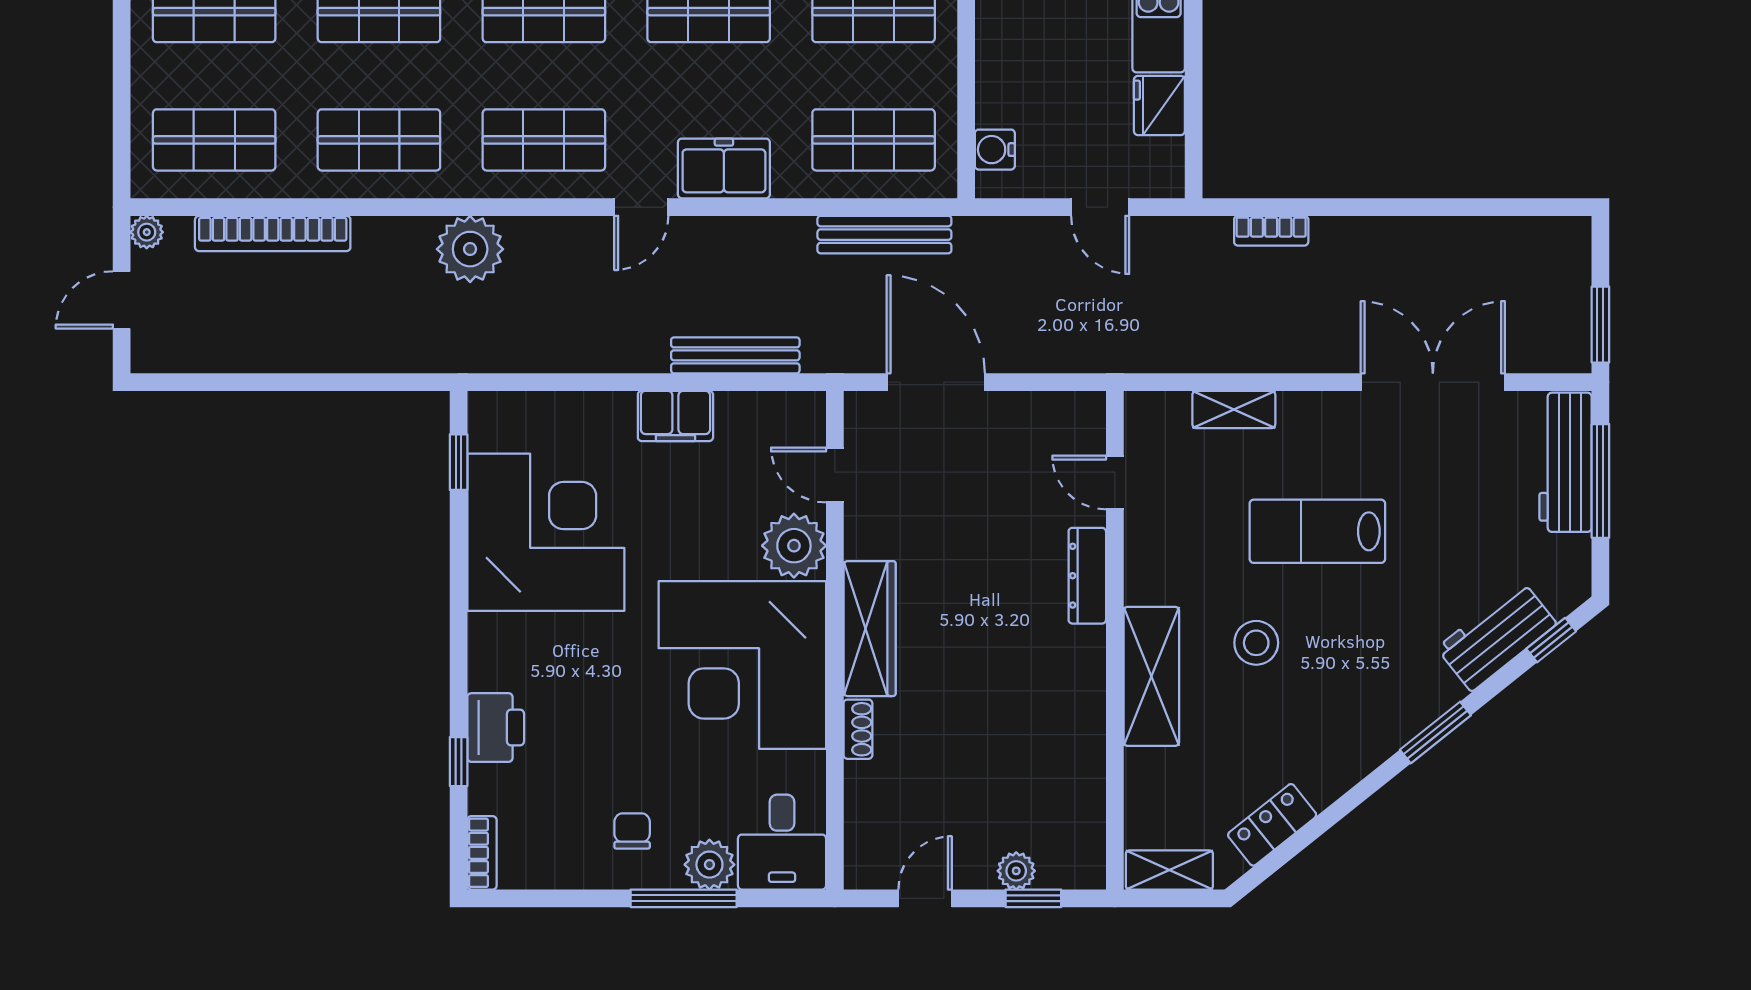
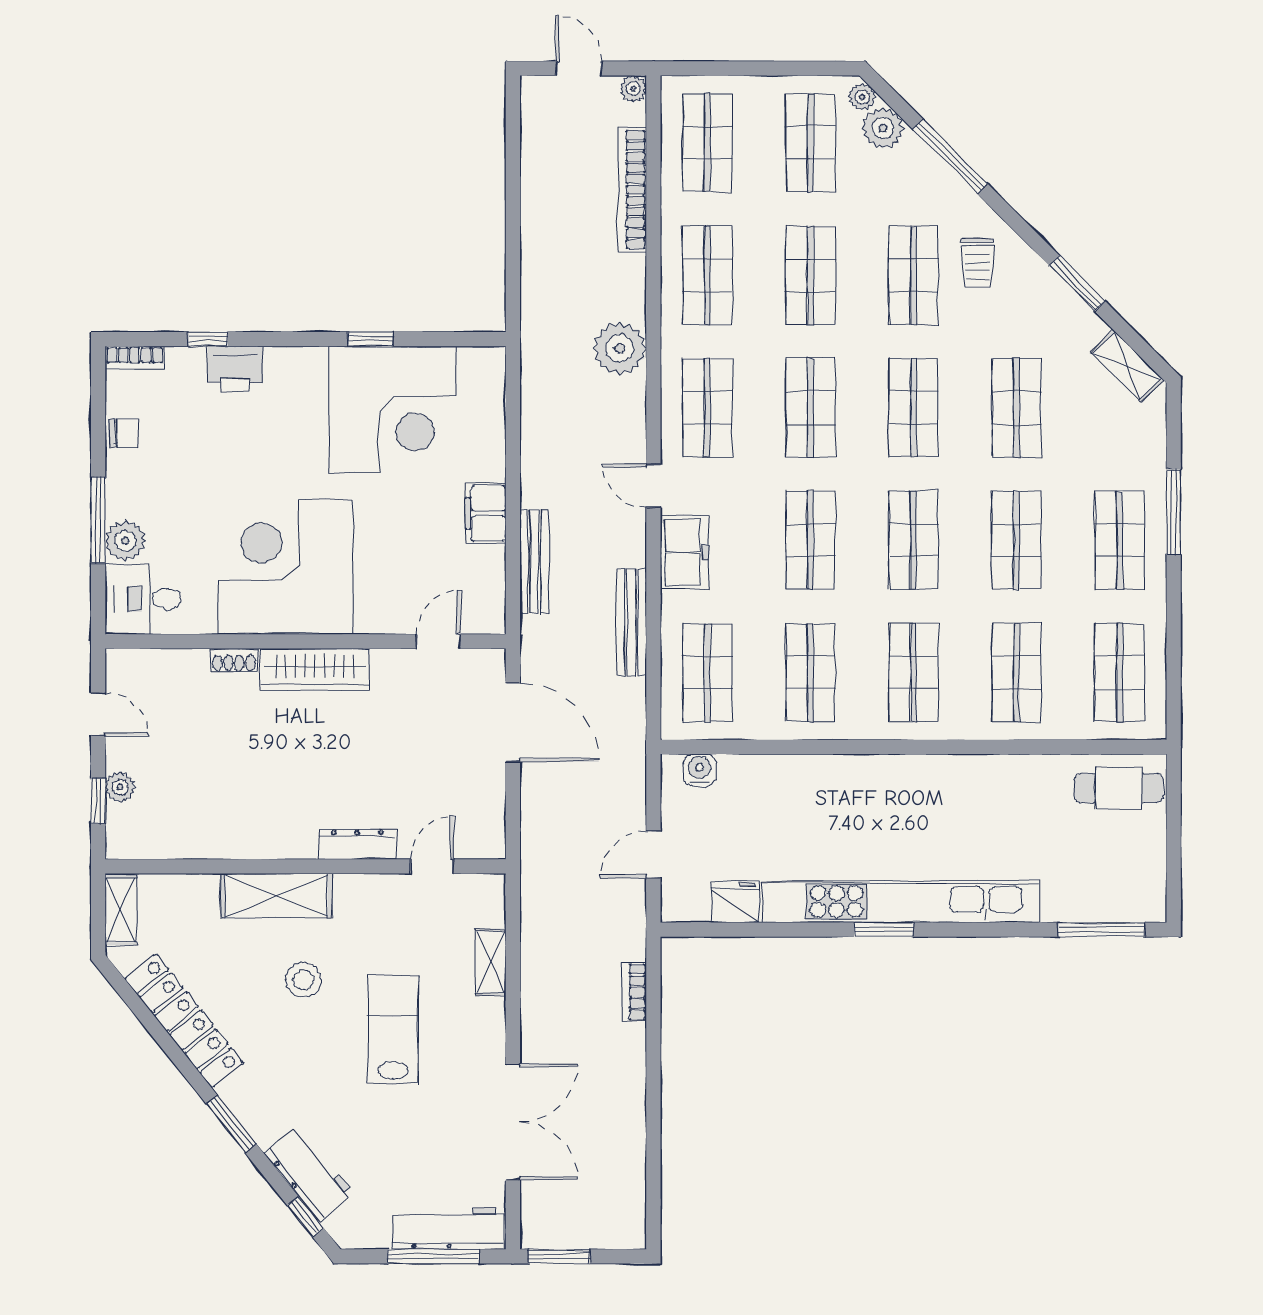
bench: (884, 235) -> (631, 622), moved
door: (936, 382) -> (513, 722), hinge flipped
window: (459, 462) -> (371, 339), moved
plant: (794, 546) -> (381, 609), removed
locker: (1272, 825) -> (184, 1021), width x2.16, depth x1.21
chair: (632, 831) -> (124, 433), moved

